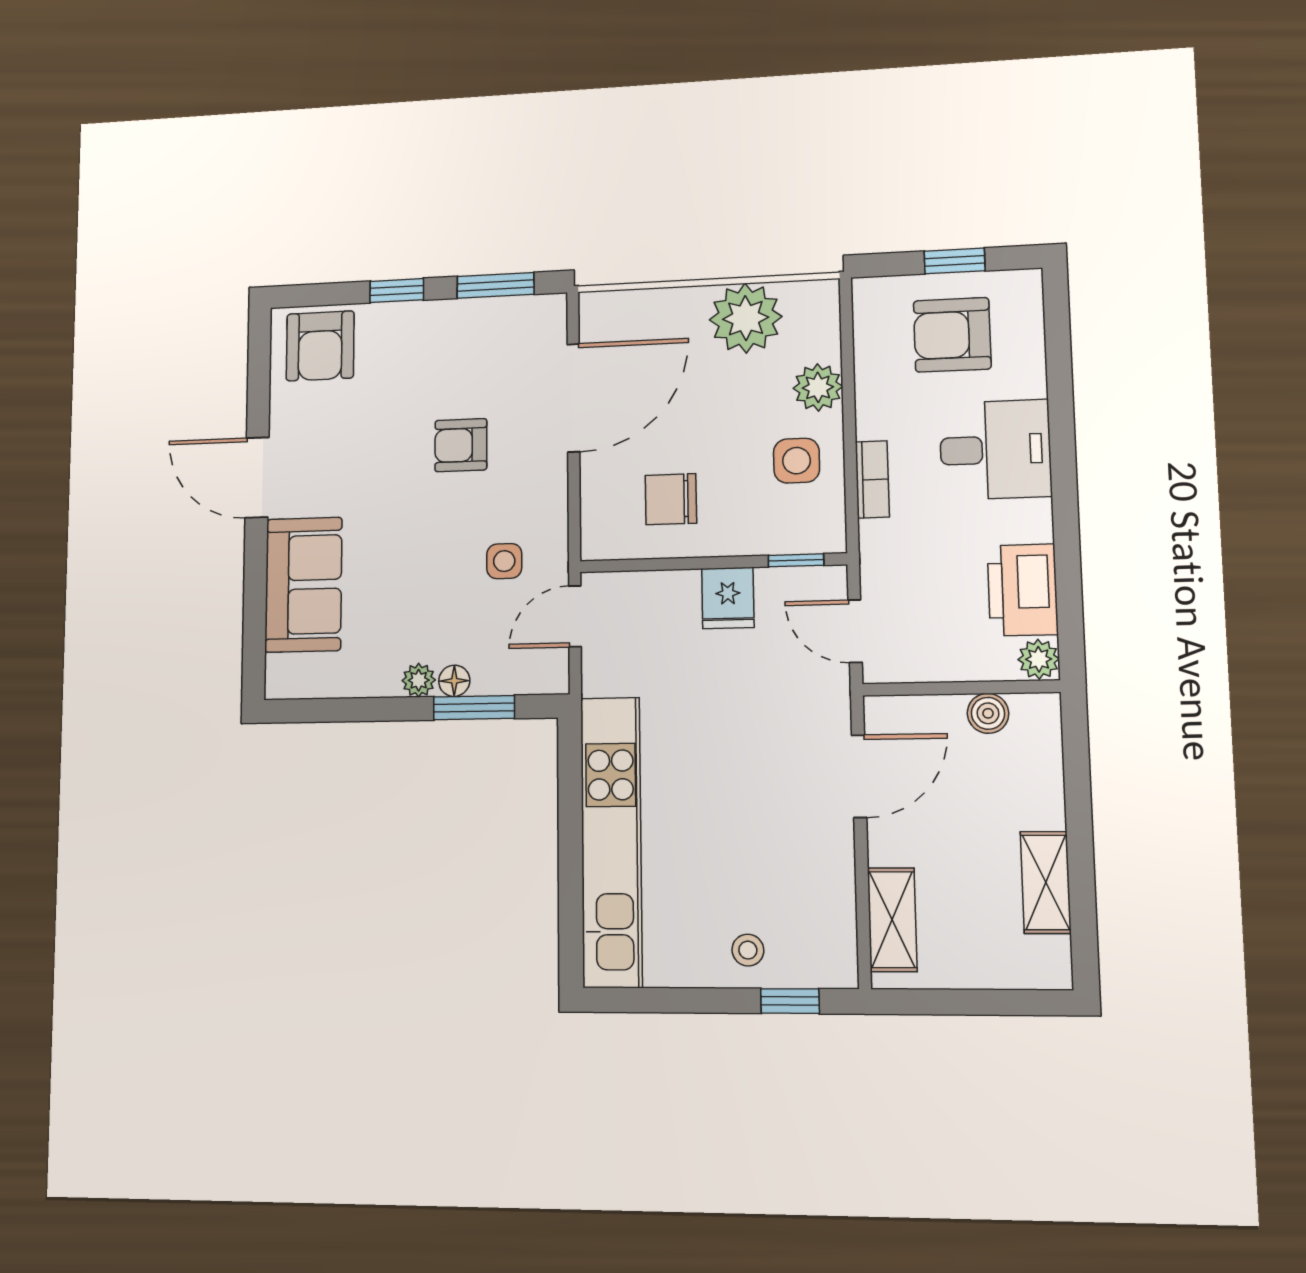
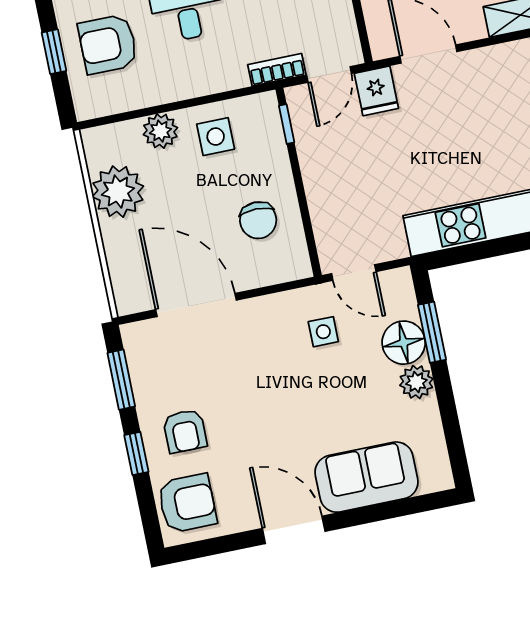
armchair: (952, 335) -> (108, 44), turned 90
armchair: (461, 445) -> (185, 431), moved
door: (257, 477) -> (294, 530), swing flipped
bookcase: (872, 479) -> (277, 70), moved
fridge: (728, 598) -> (376, 91), moved, turned 90
plant: (419, 680) -> (416, 382), width x1.38, depth x1.38
floor lamp: (454, 681) -> (404, 343), width x1.89, depth x1.89

